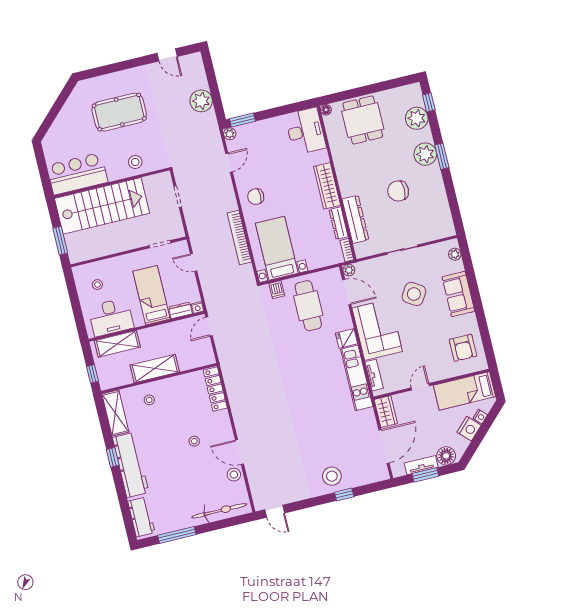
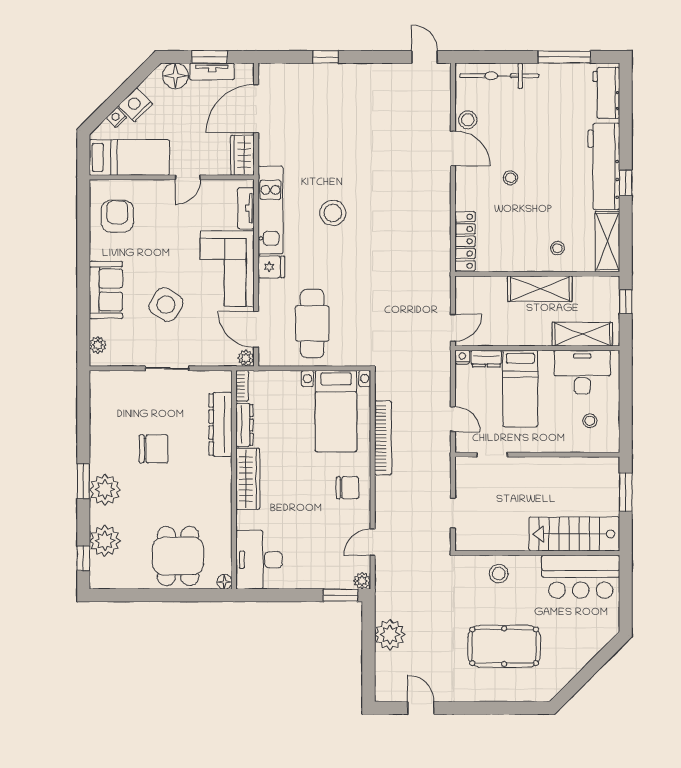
stairs: (102, 206) -> (574, 534), width x0.73, depth x0.66
dishwasher: (277, 290) -> (350, 355), removed
stool: (332, 476) -> (333, 213), moved

